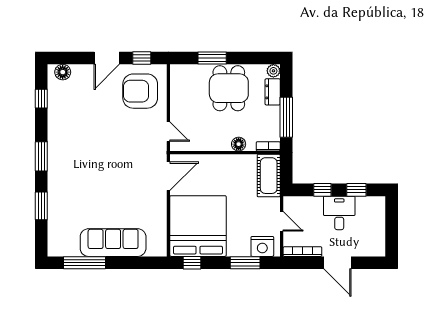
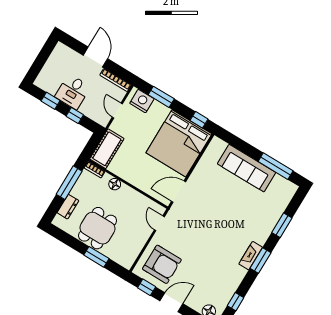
plant: (273, 71) -> (58, 221), removed
fireplace: (54, 155) -> (251, 256), added

